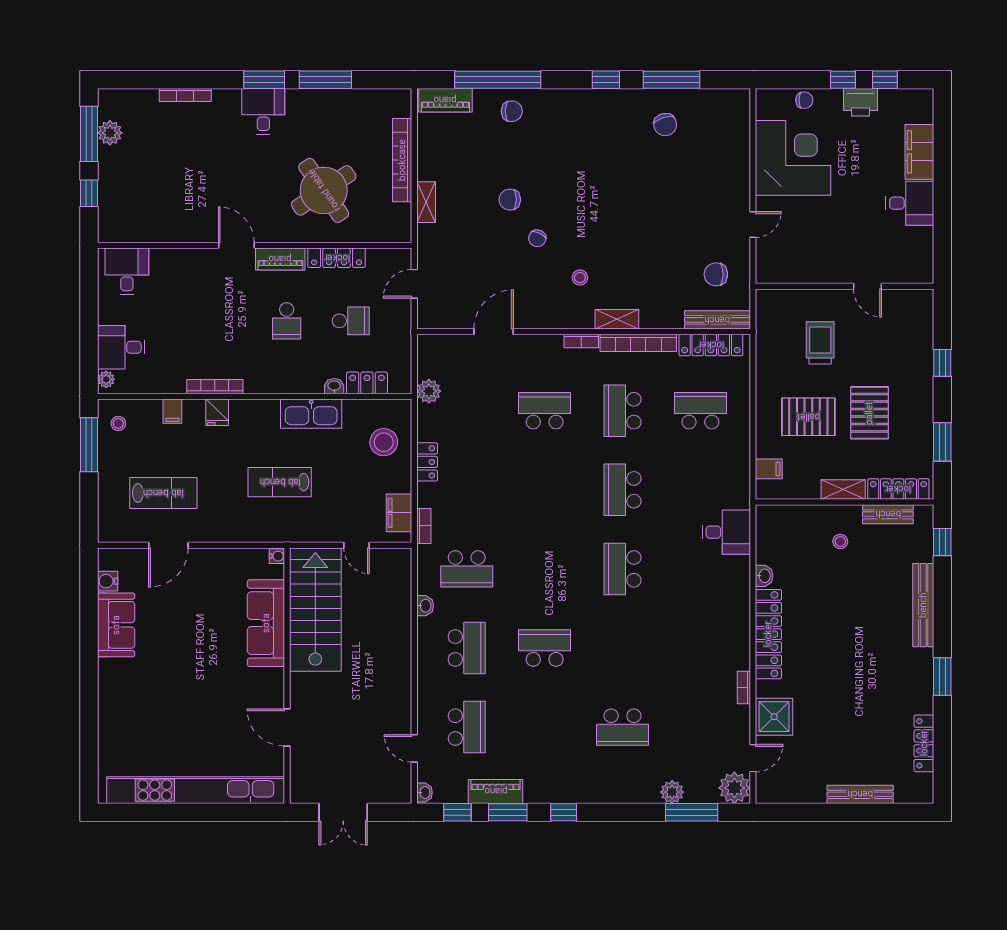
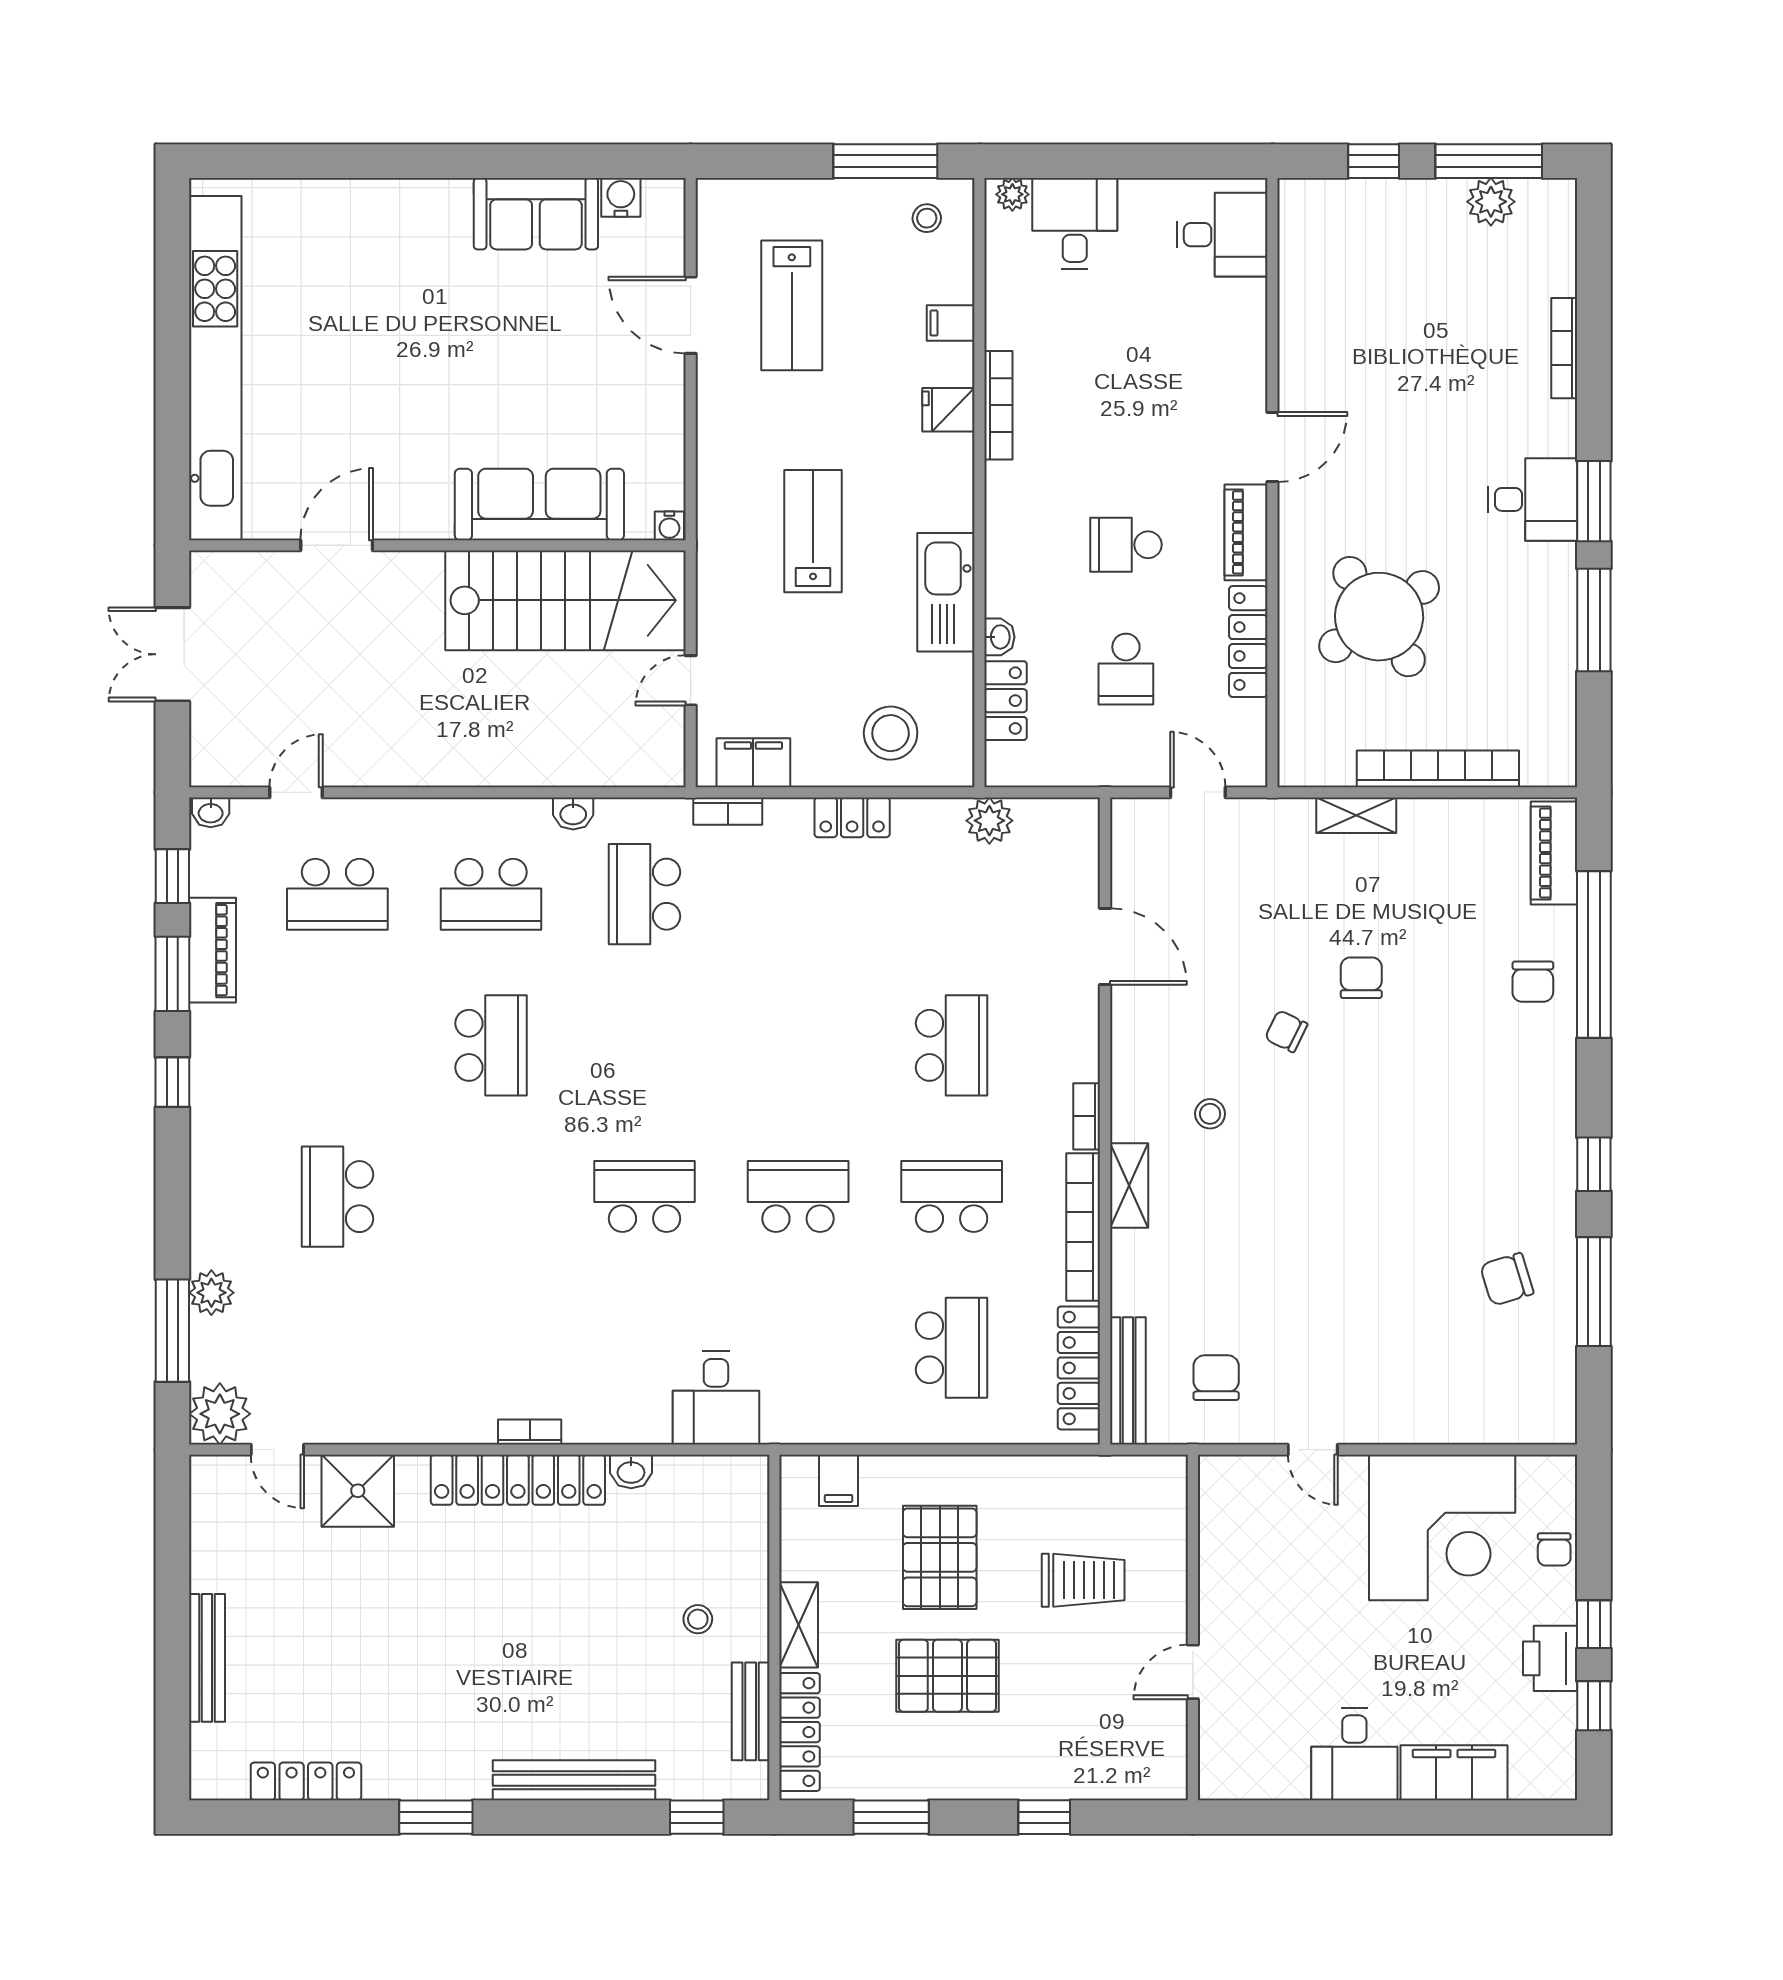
bookcase: (744, 687) -> (530, 1432), moved

